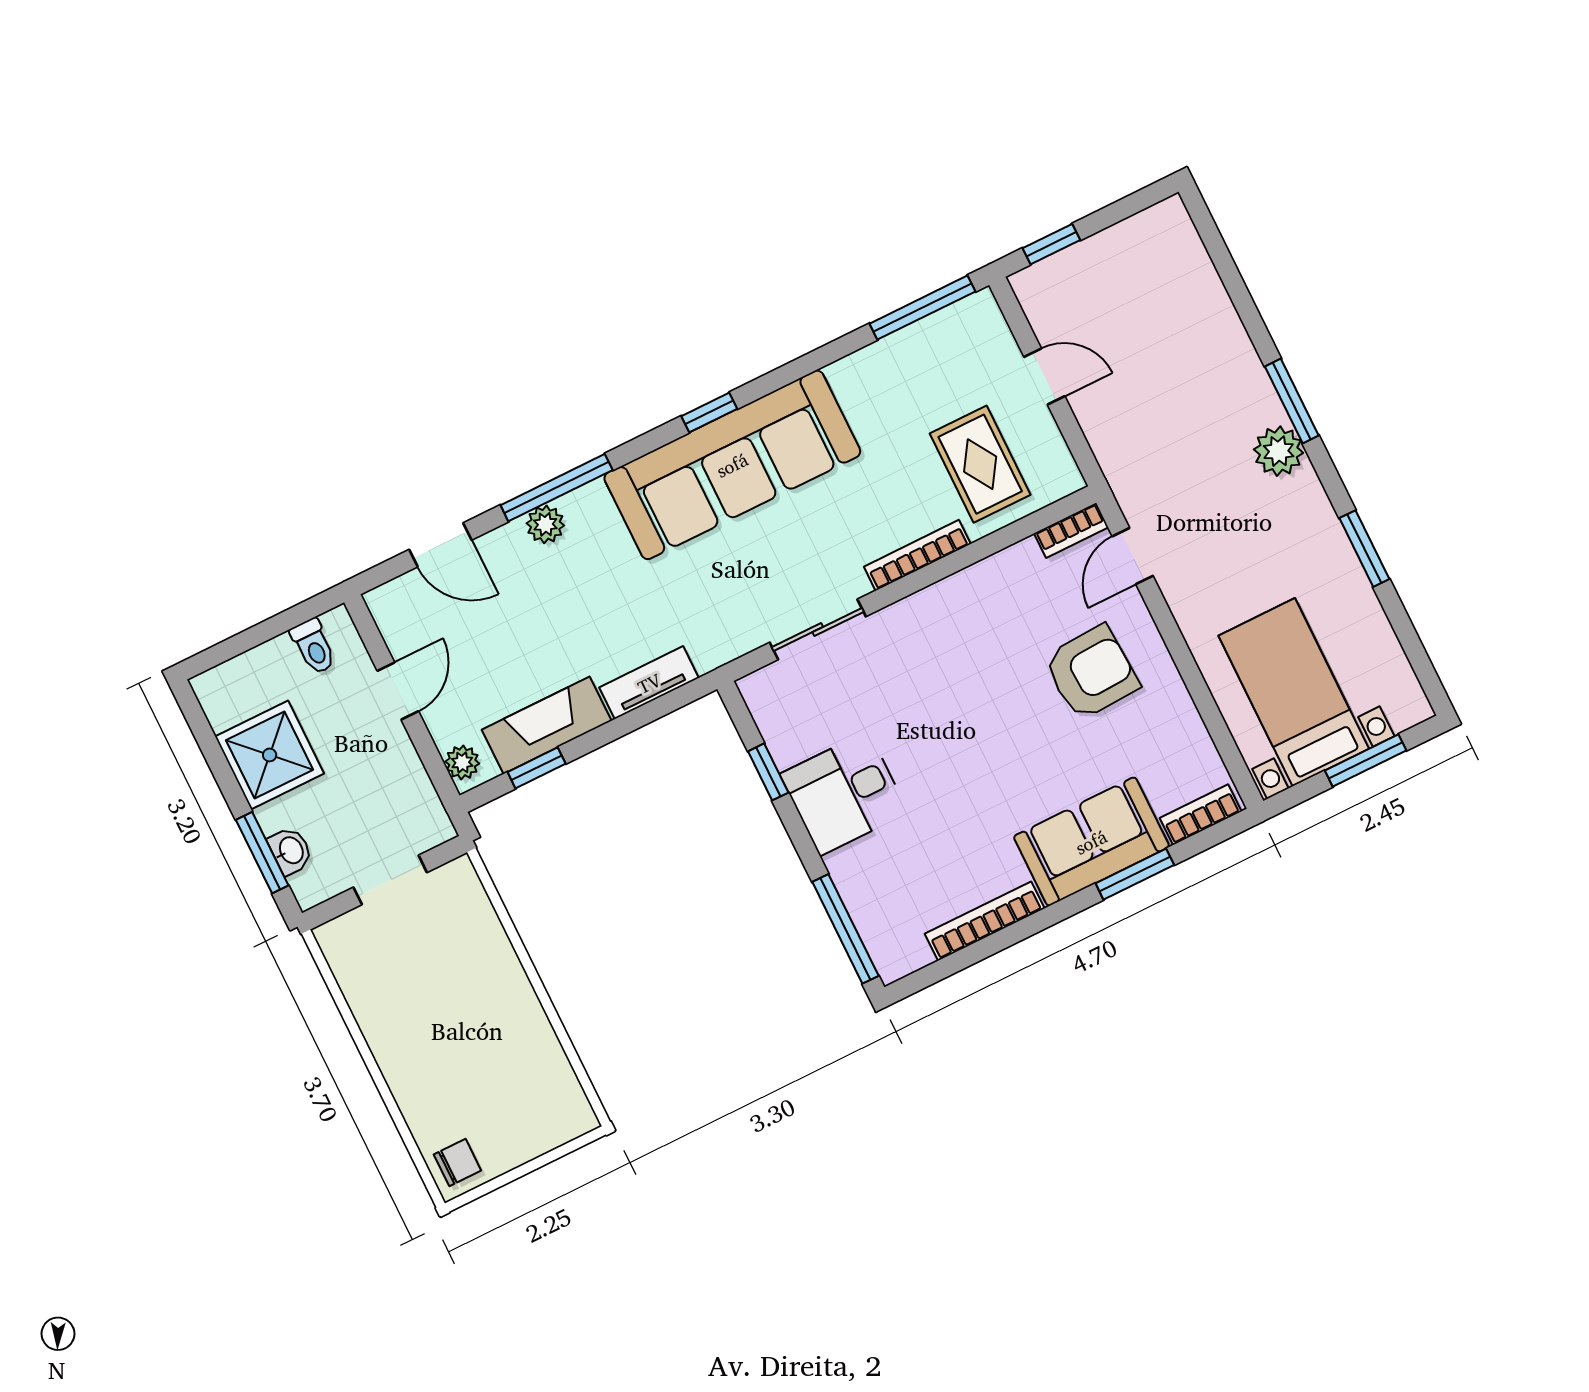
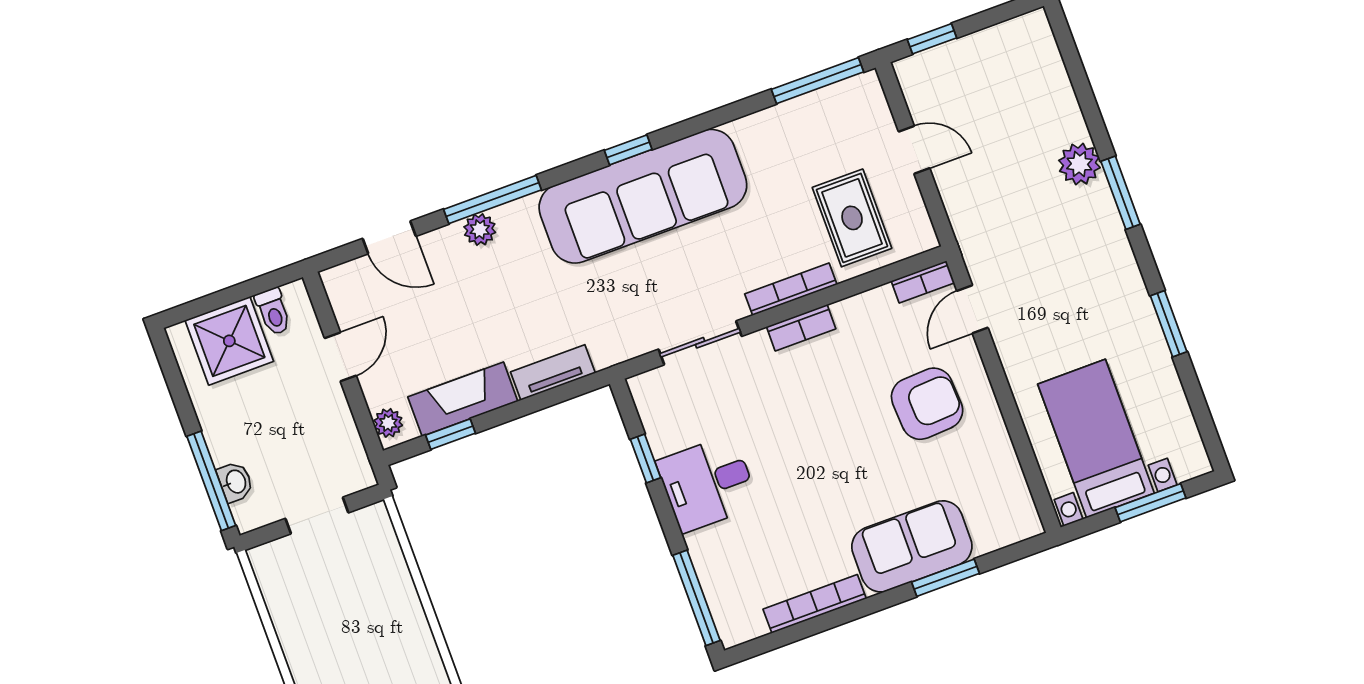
plant: (1279, 451) -> (1079, 164), moved
shower: (270, 755) -> (229, 341), moved
bookcase: (1201, 815) -> (801, 328), moved, turned 180
window: (262, 853) -> (211, 481), width x1.44

